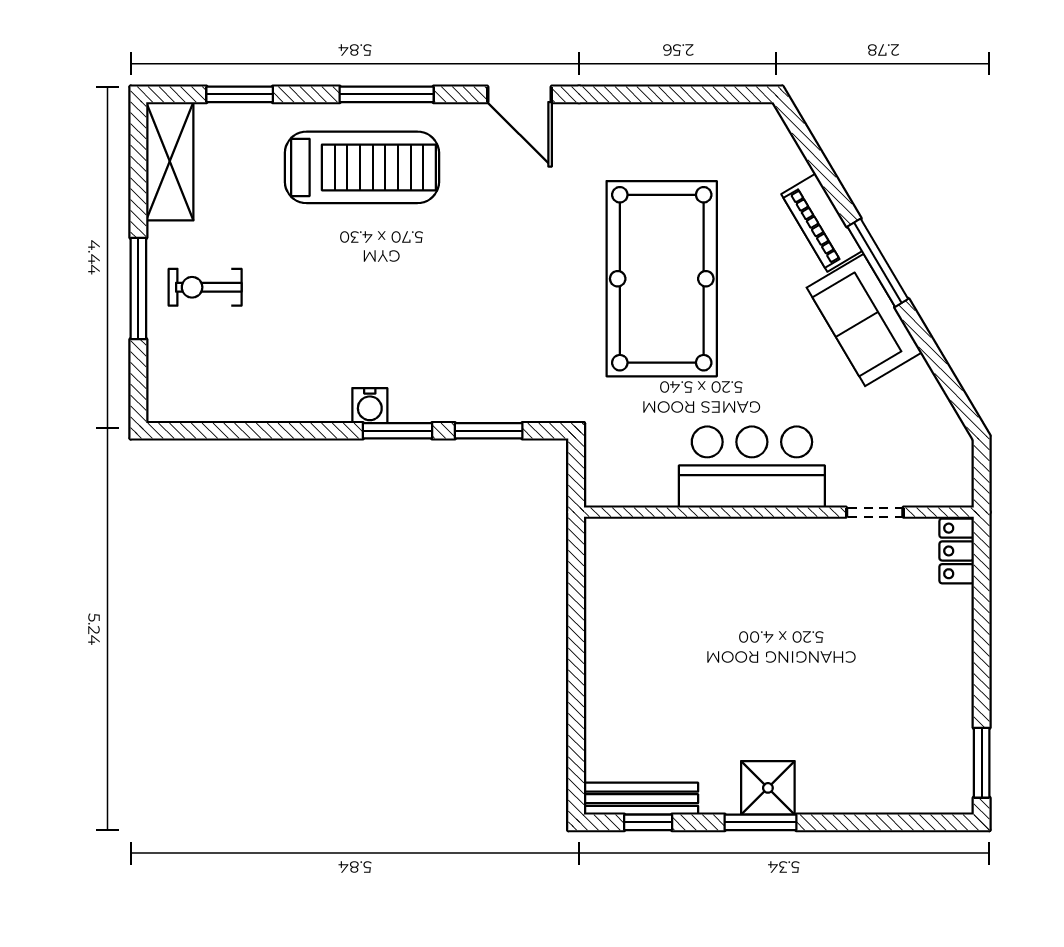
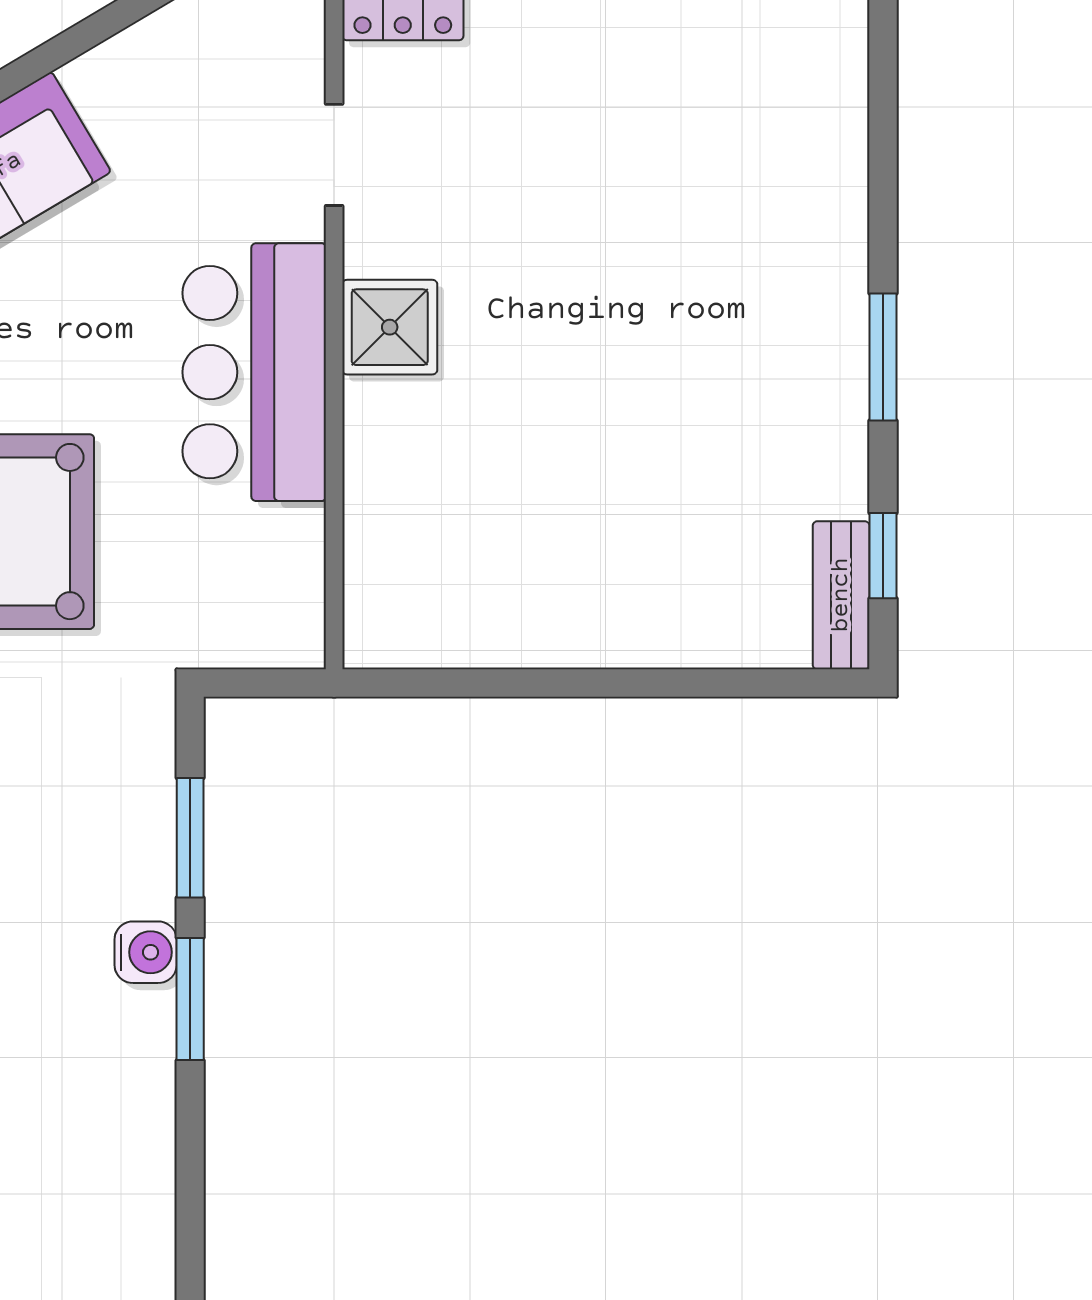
water cooler: (370, 406) -> (146, 952), moved
shower: (768, 788) -> (390, 327), moved
bench: (641, 799) -> (841, 595), width x0.73

